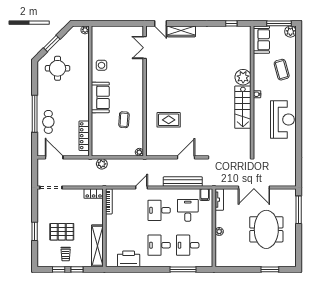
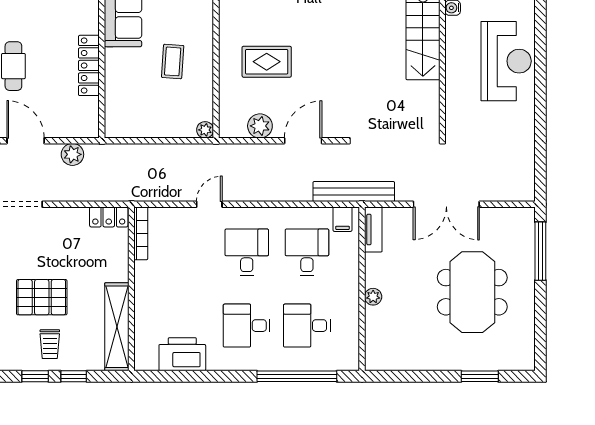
locker: (84, 136) -> (89, 65), moved
plant: (165, 150) -> (260, 126), added
plant: (102, 164) -> (72, 154), moved
bench: (183, 182) -> (354, 192), moved
desk: (159, 210) -> (247, 252), turned 90
window: (183, 269) -> (297, 376), width x1.46

